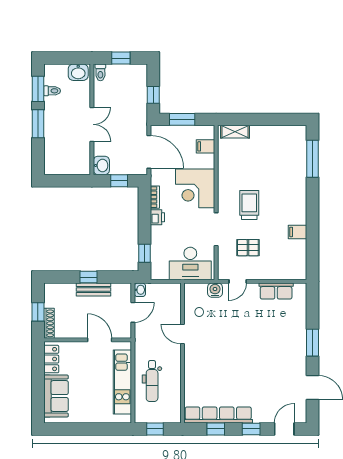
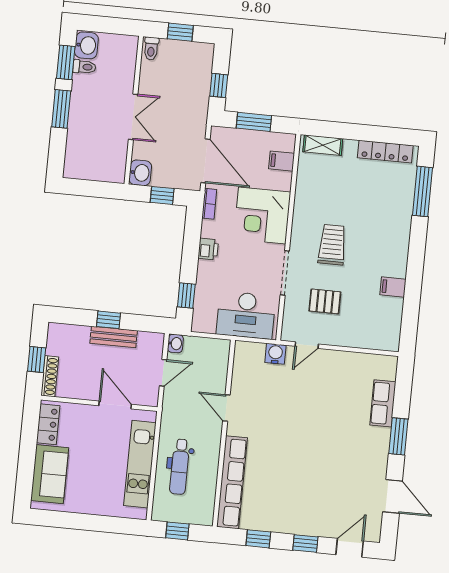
washbasin: (78, 72) -> (86, 45), moved, turned -90
locker: (282, 132) -> (385, 152), added
bookcase: (155, 197) -> (209, 204), moved
row of seats: (276, 291) -> (383, 403), moved, turned 90
row of seats: (218, 415) -> (232, 482), moved, turned 90

